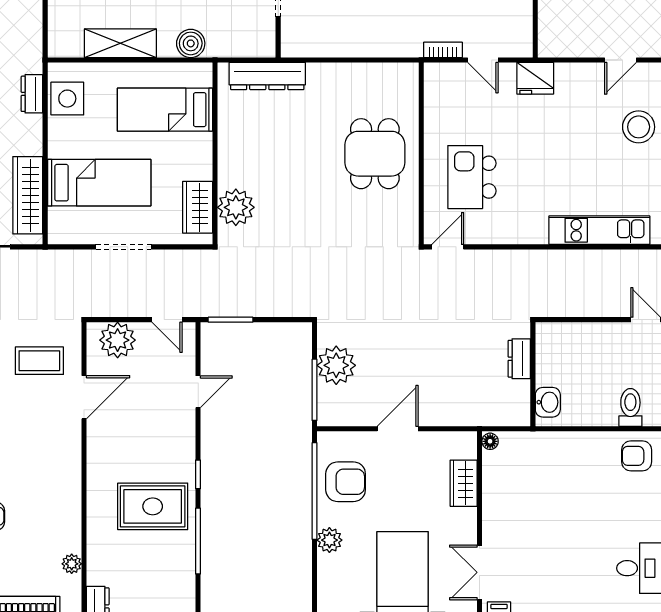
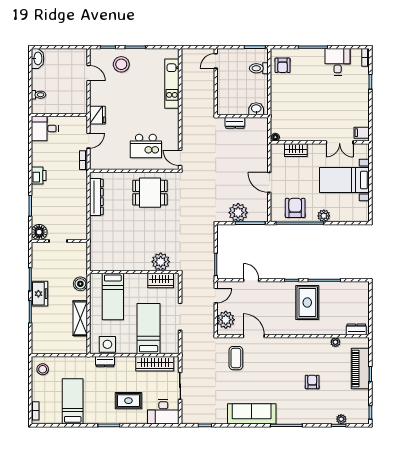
dresser: (267, 76) -> (96, 197), moved
dining table: (375, 154) -> (150, 193), moved

